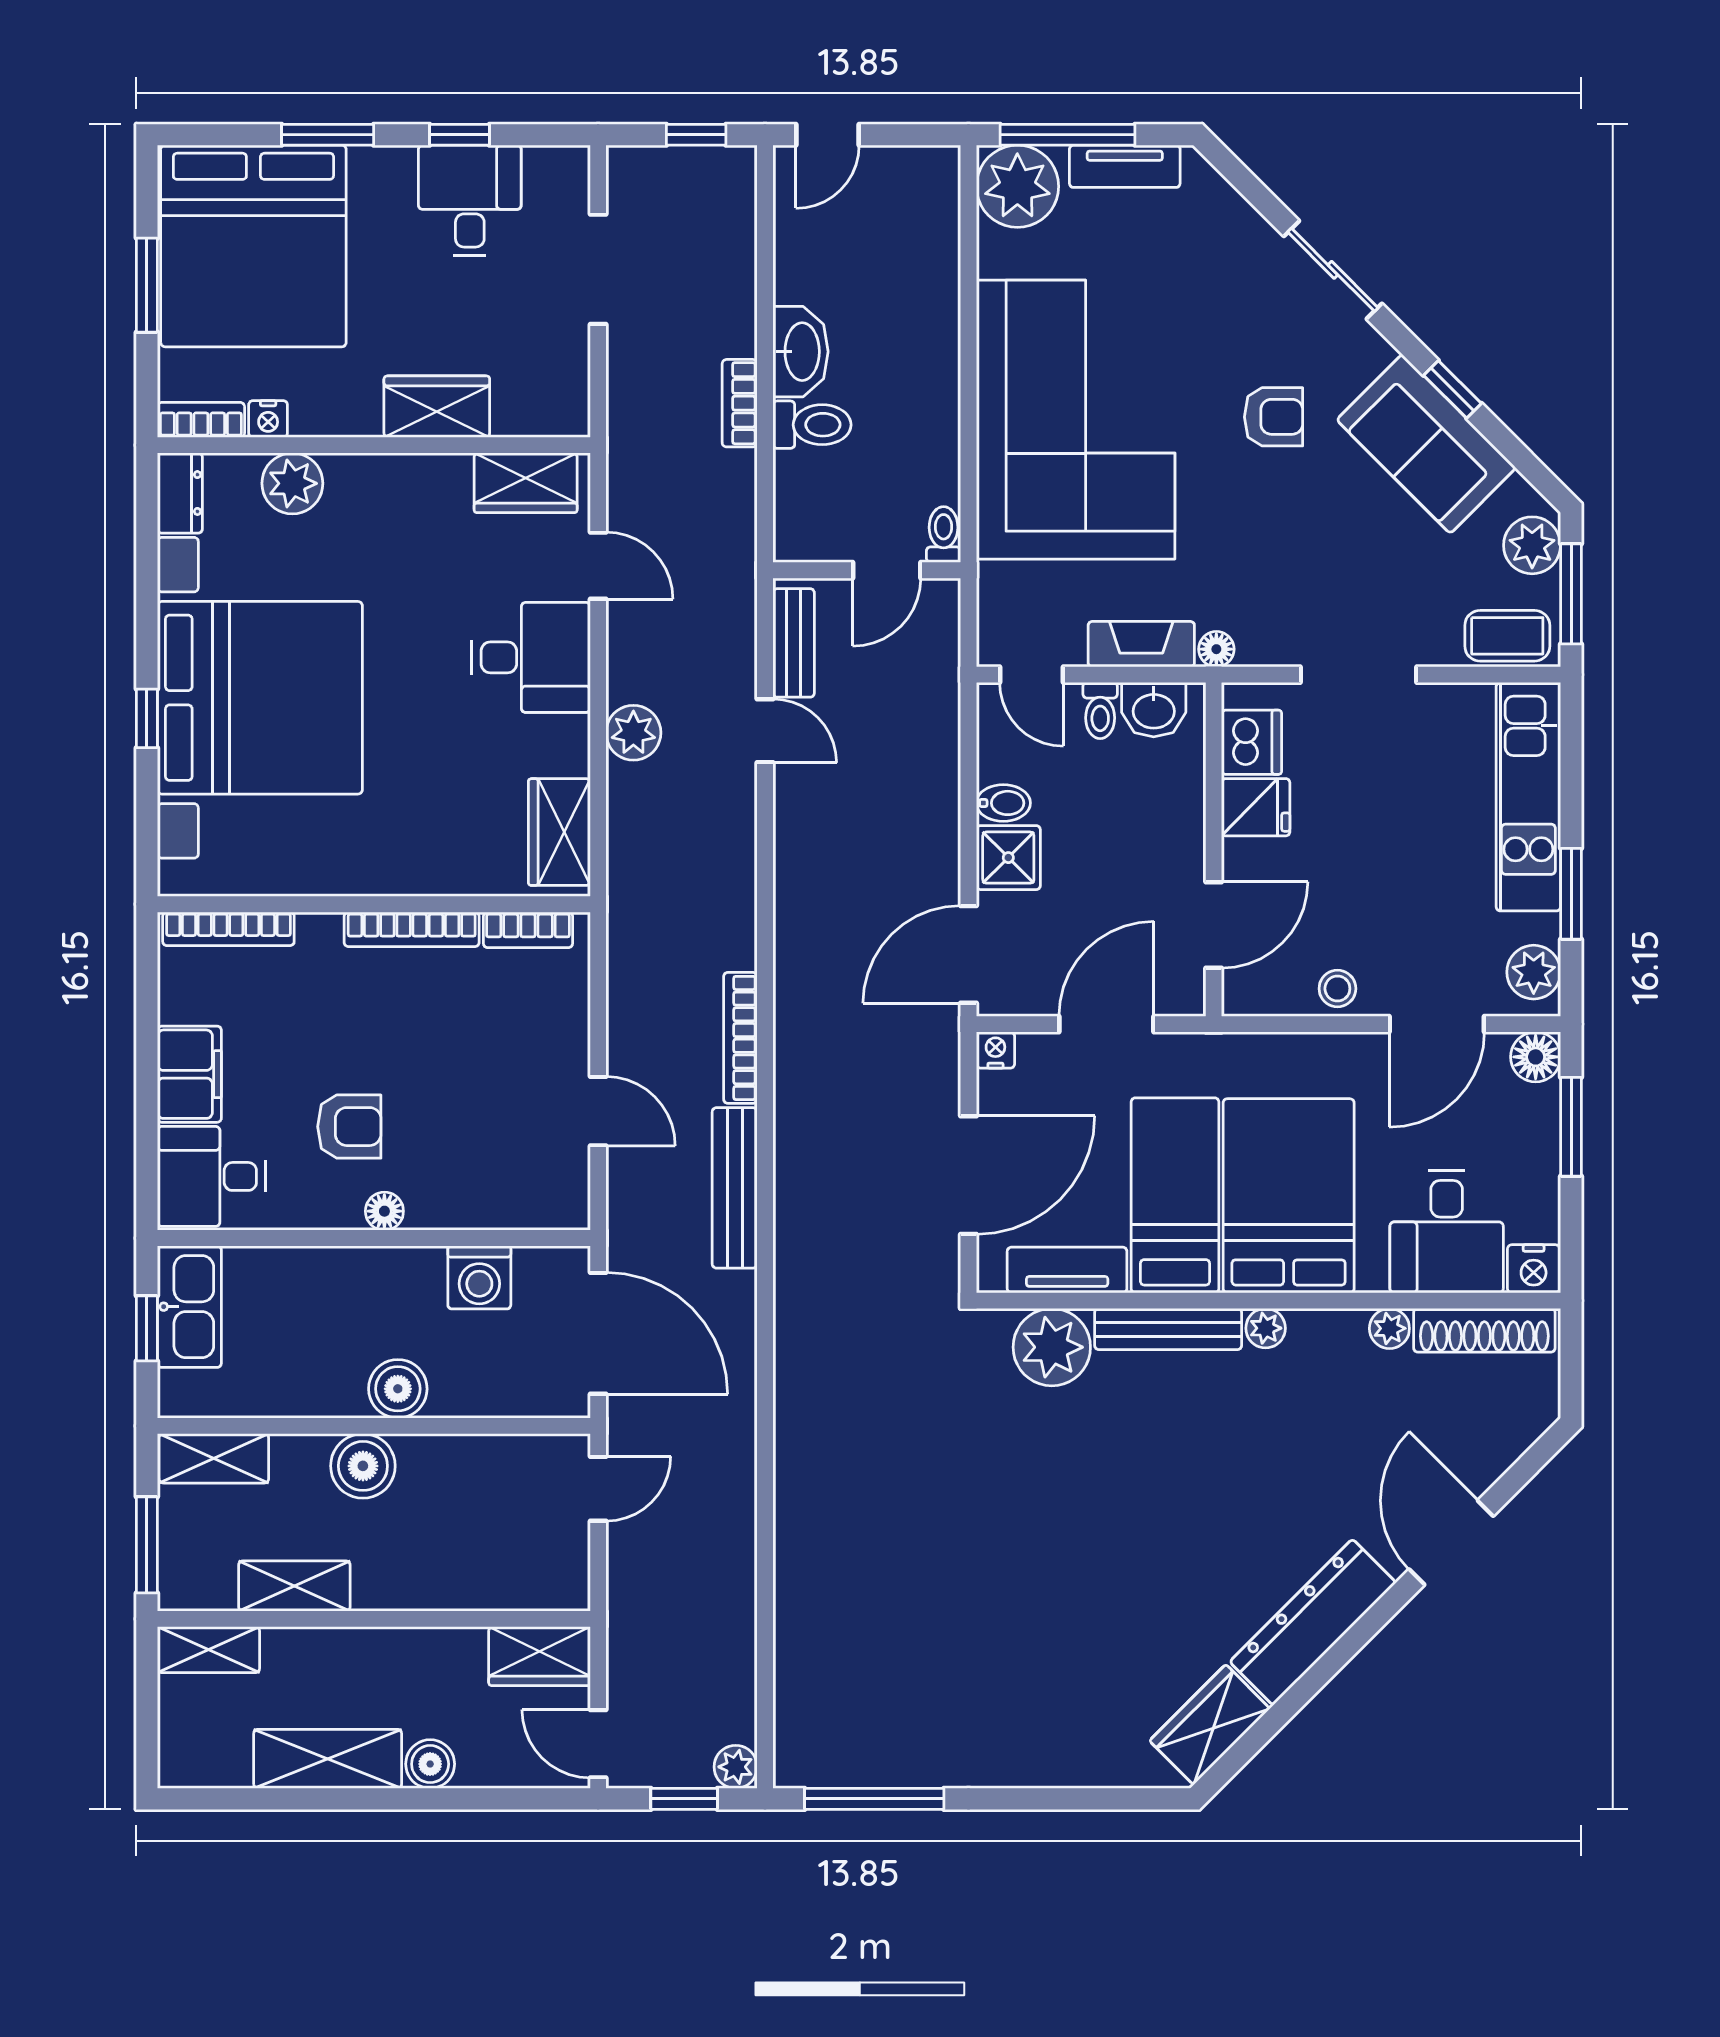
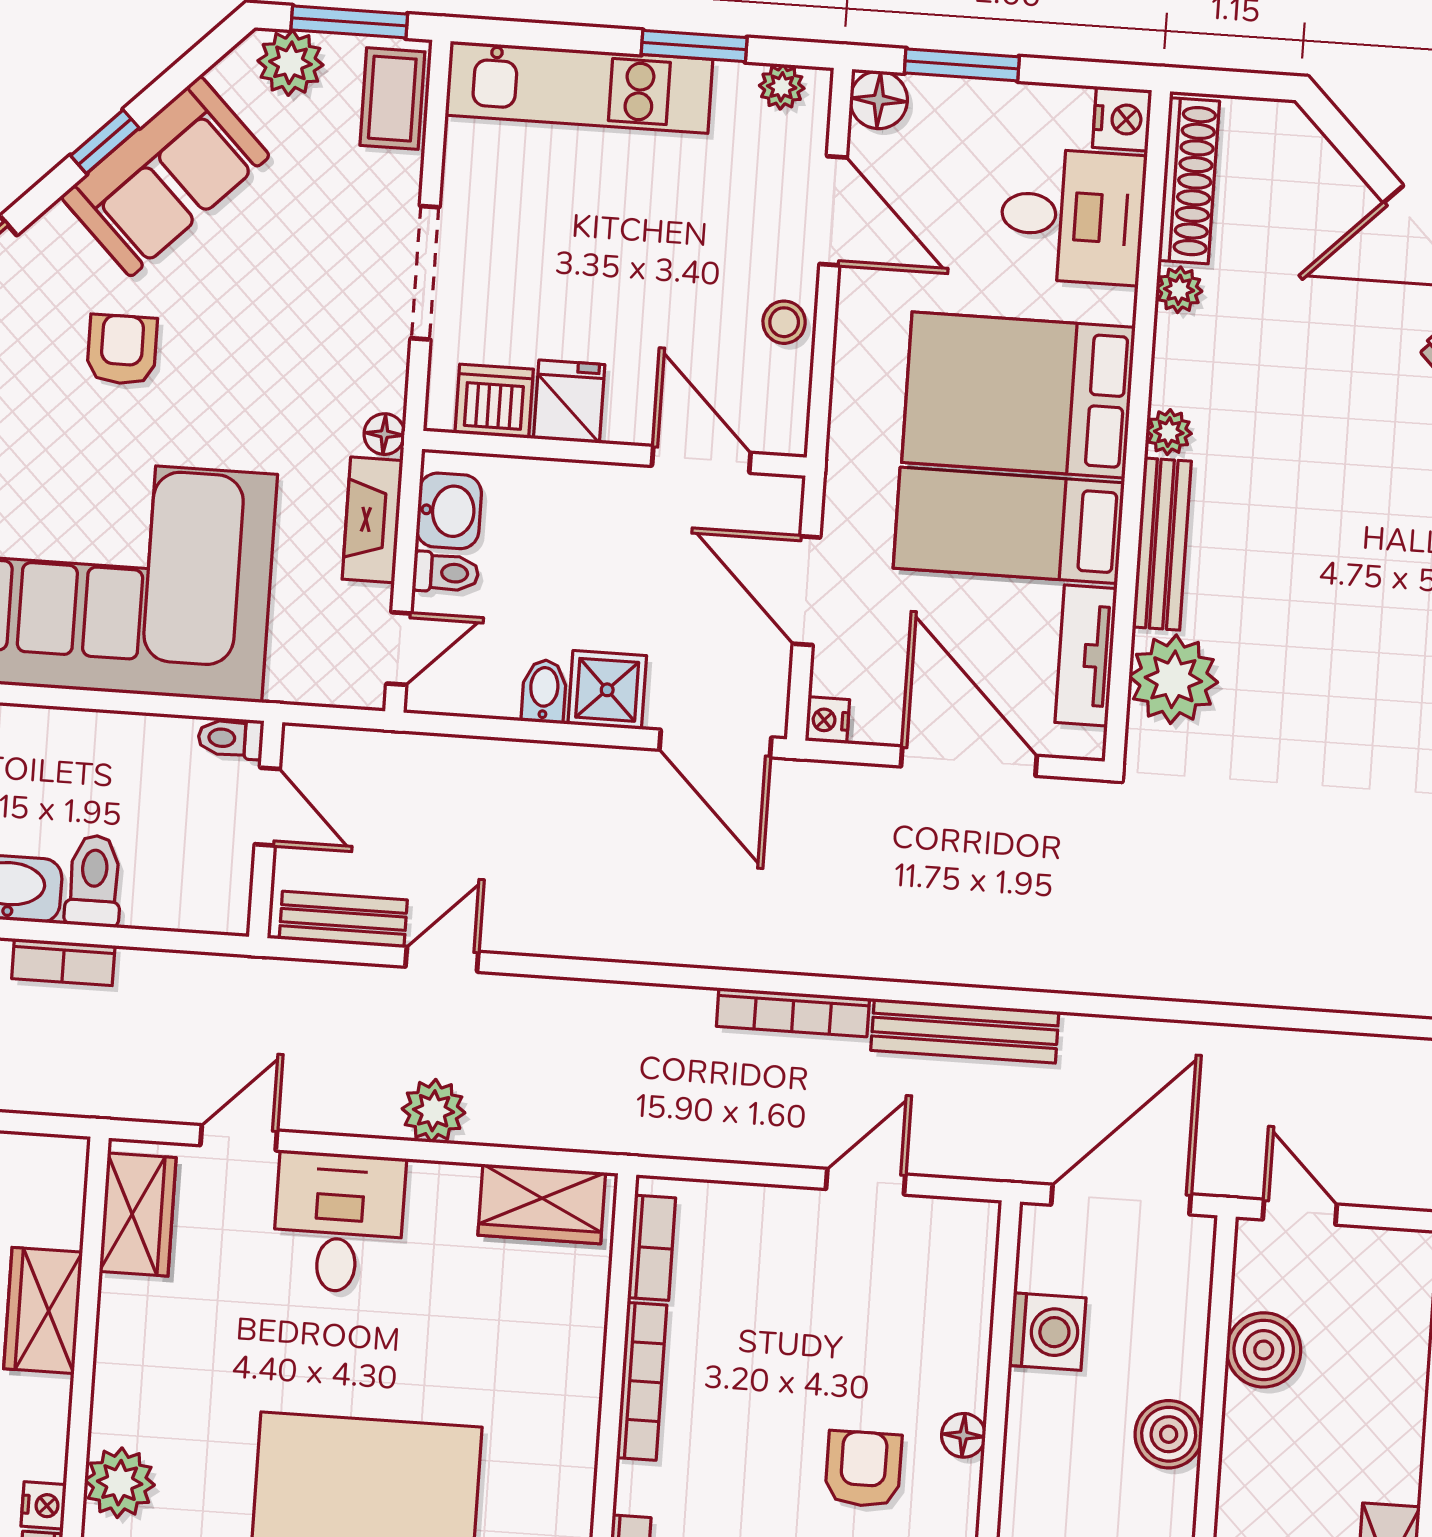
plant: (1534, 972) -> (782, 87), width x0.73, depth x0.73
boiler: (363, 1466) -> (1264, 1350), moved

